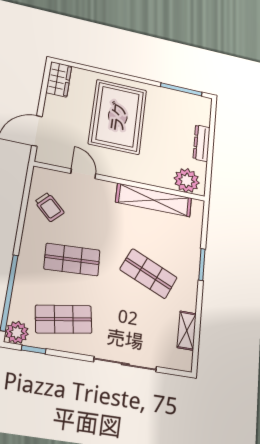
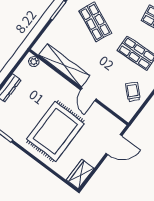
door: (83, 174) -> (88, 94), moved
plant: (187, 180) -> (34, 62), width x0.53, depth x0.53

